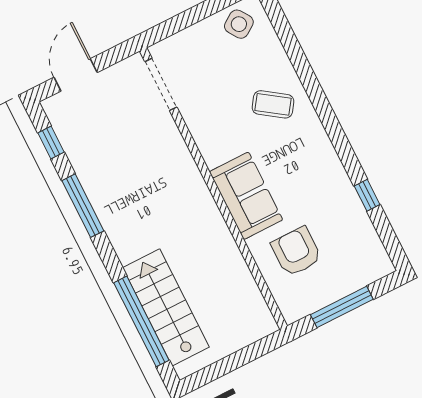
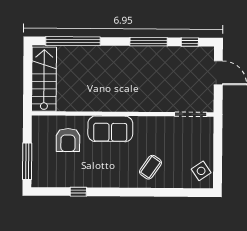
armchair: (296, 252) -> (68, 140), turned 90
stairs: (166, 307) -> (44, 79), moved, turned -90
window: (342, 307) -> (27, 161), moved

